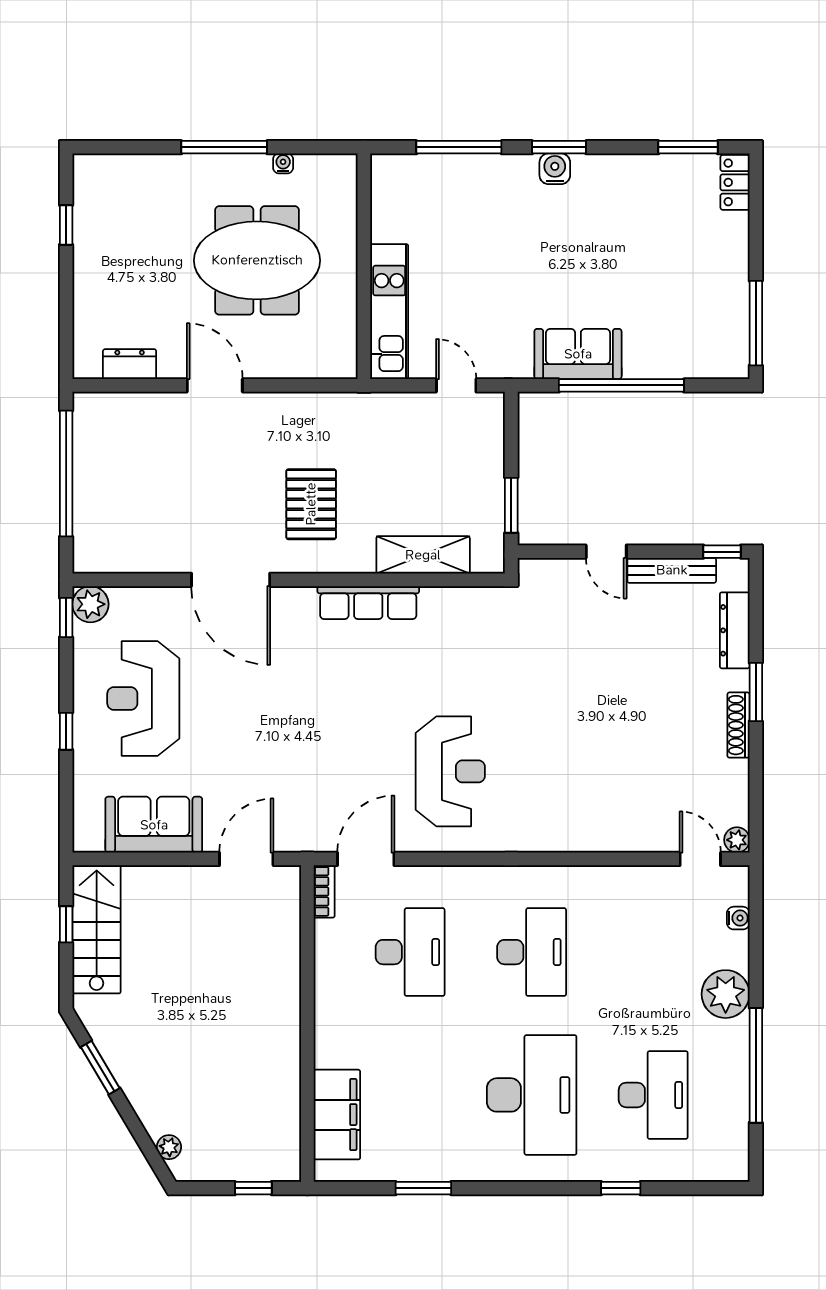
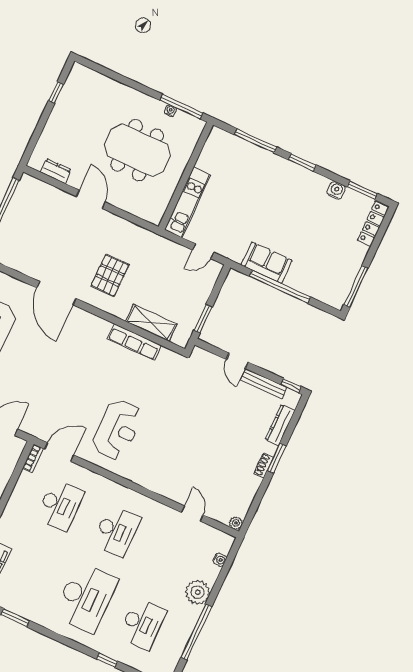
window: (224, 147) -> (181, 106), moved
water cooler: (555, 169) -> (336, 190), moved
locker: (735, 182) -> (373, 224), width x1.53
door: (456, 385) -> (203, 251), swing flipped
row of seats: (368, 603) -> (134, 342), moved
shoe rack: (738, 725) -> (264, 465), width x0.70
door: (700, 859) -> (192, 514), moved

